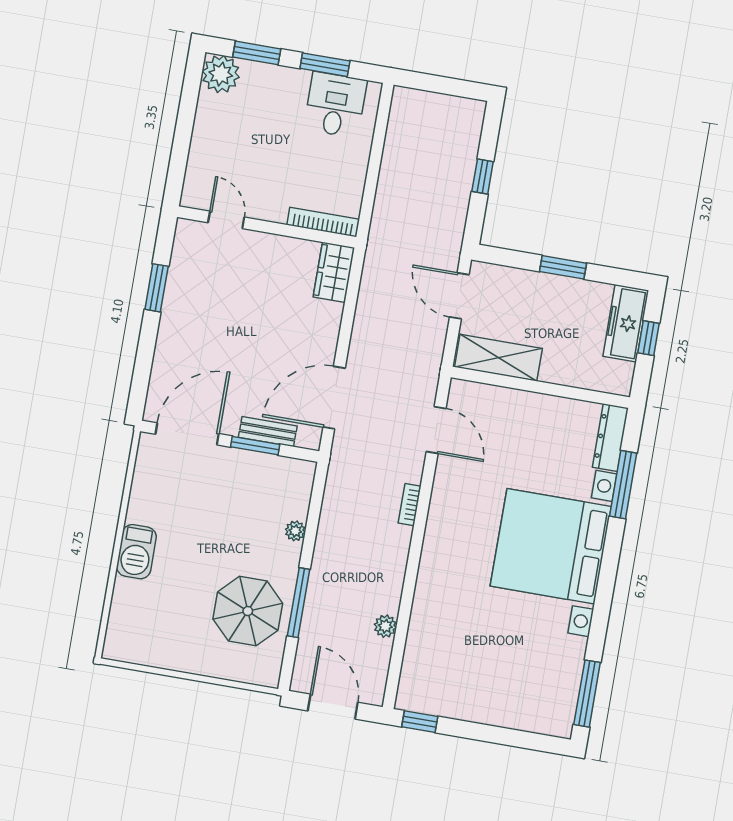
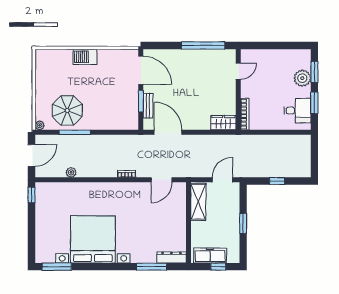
plant: (221, 74) -> (302, 78), moved
window: (157, 288) -> (203, 46), width x2.11
freezer: (626, 323) -> (210, 255), moved
plant: (295, 531) -> (40, 125), moved
bed with nightstands: (551, 546) -> (93, 239), moved

